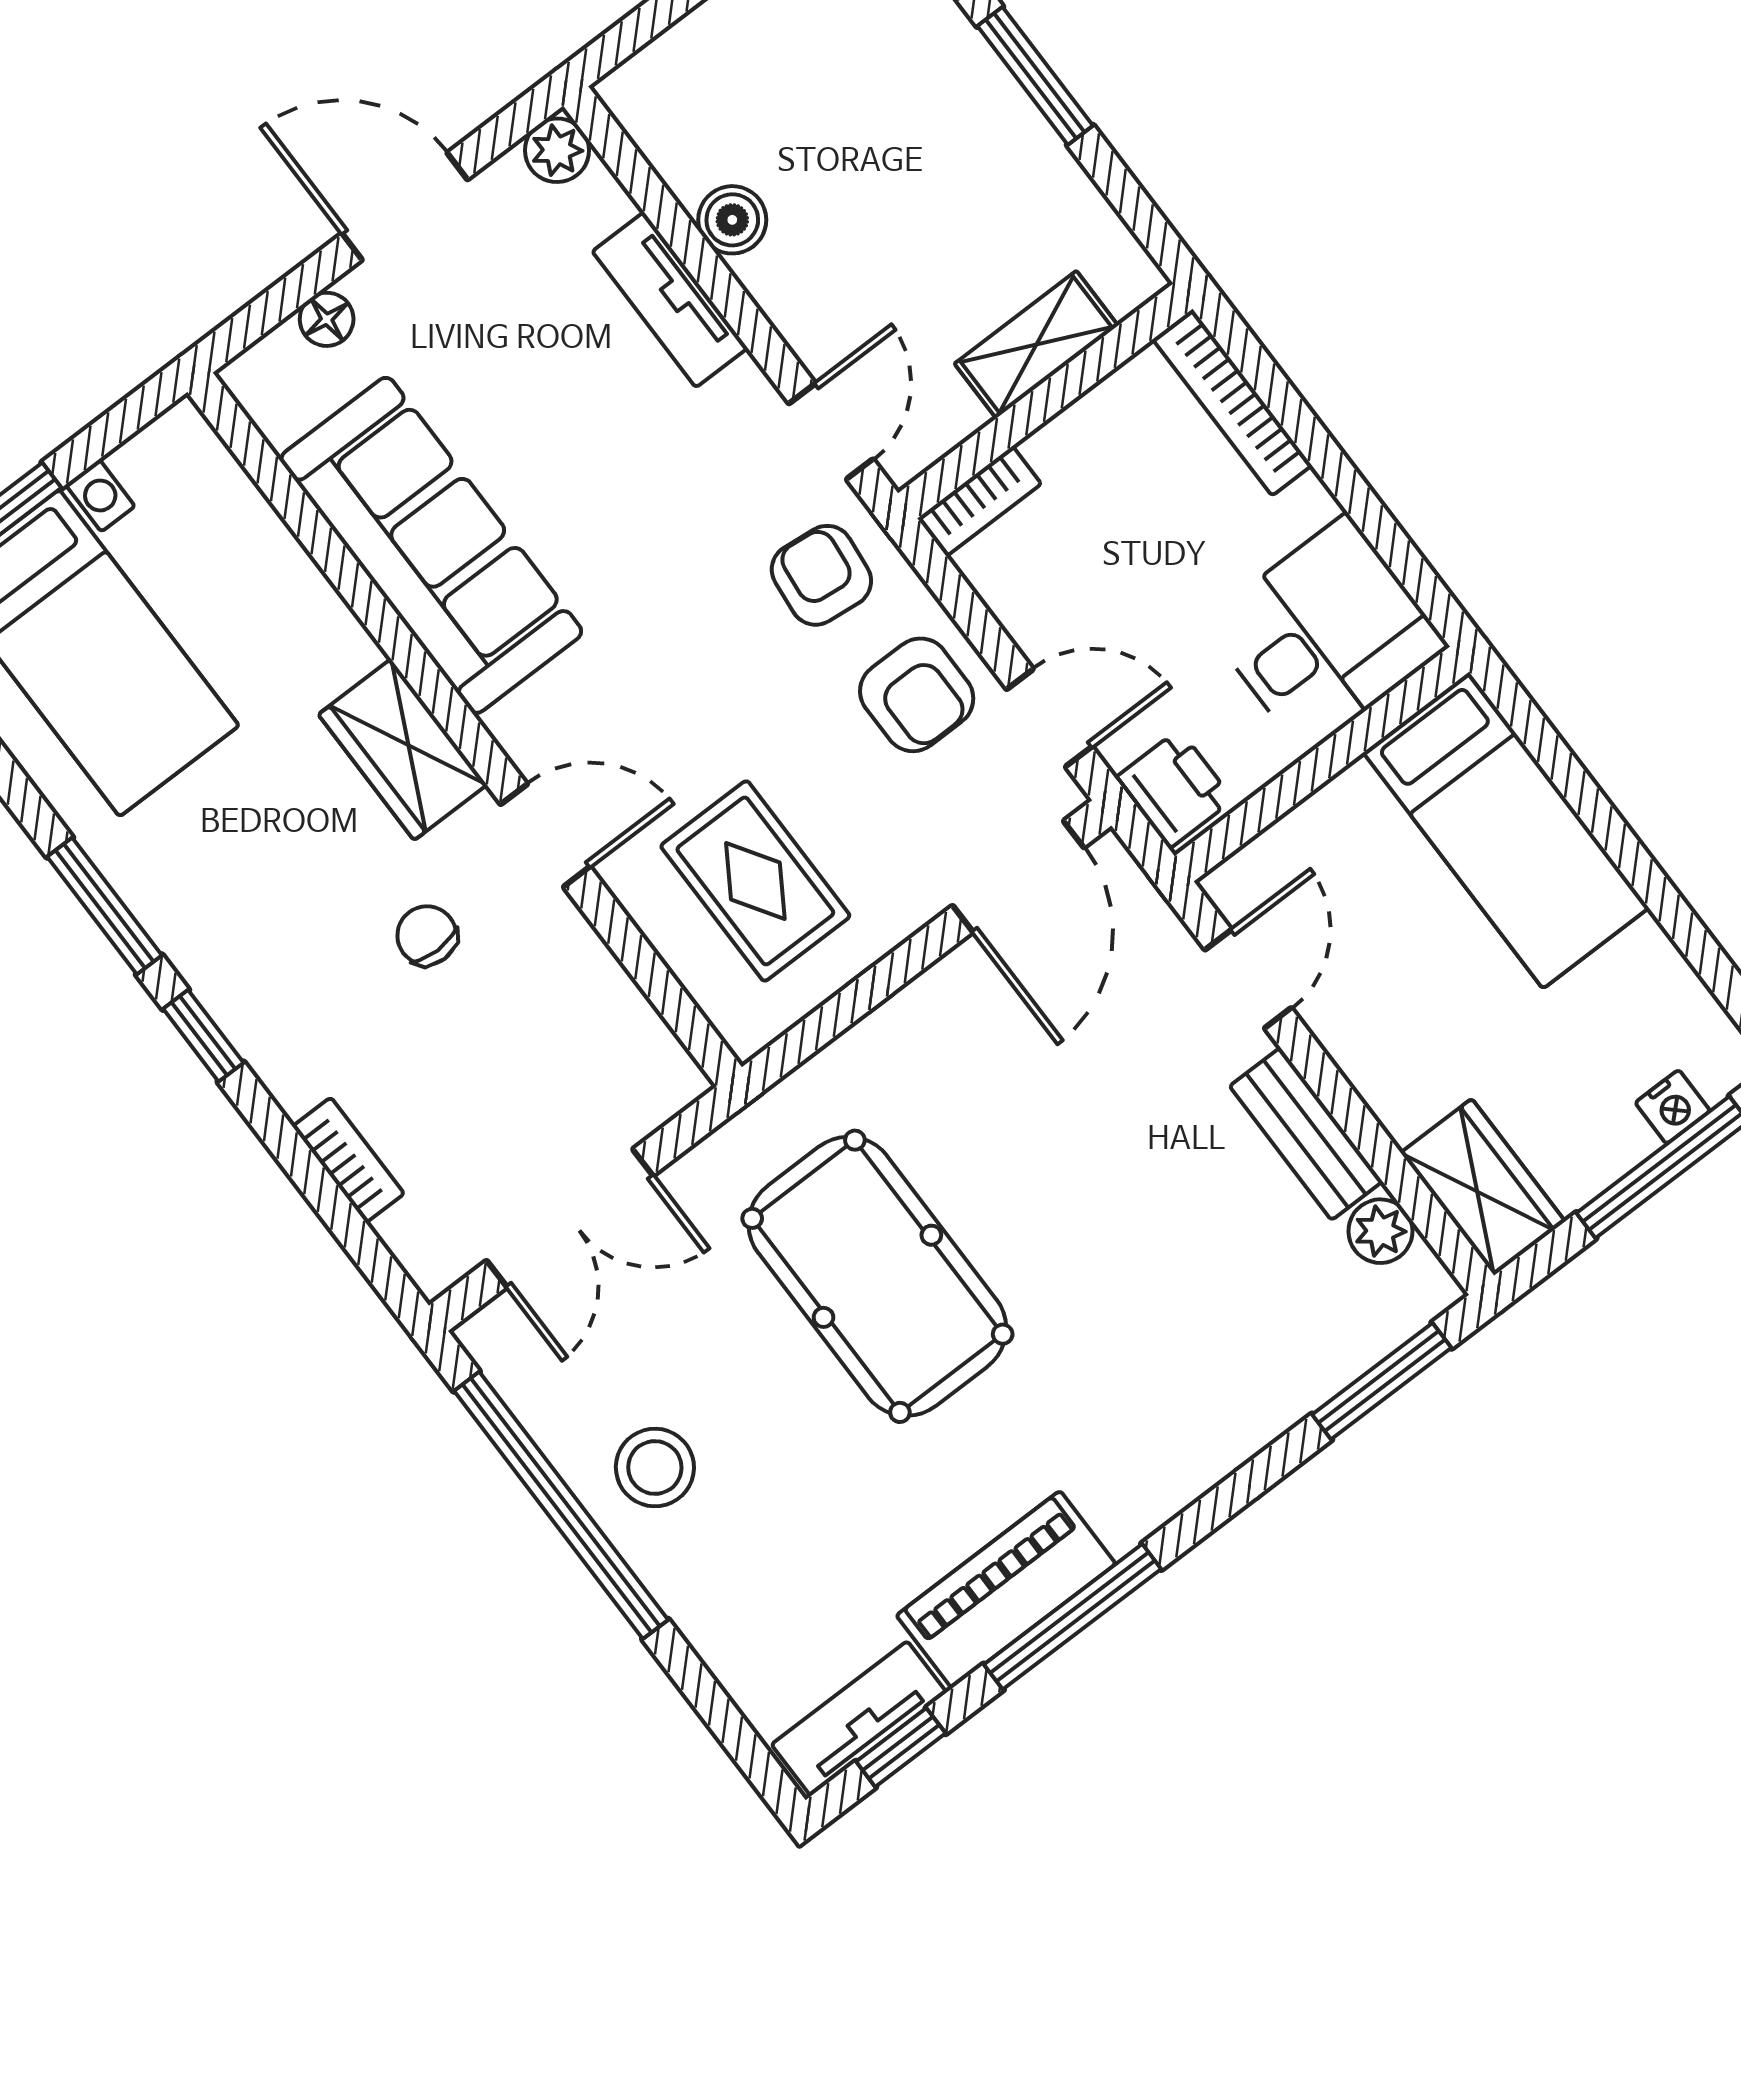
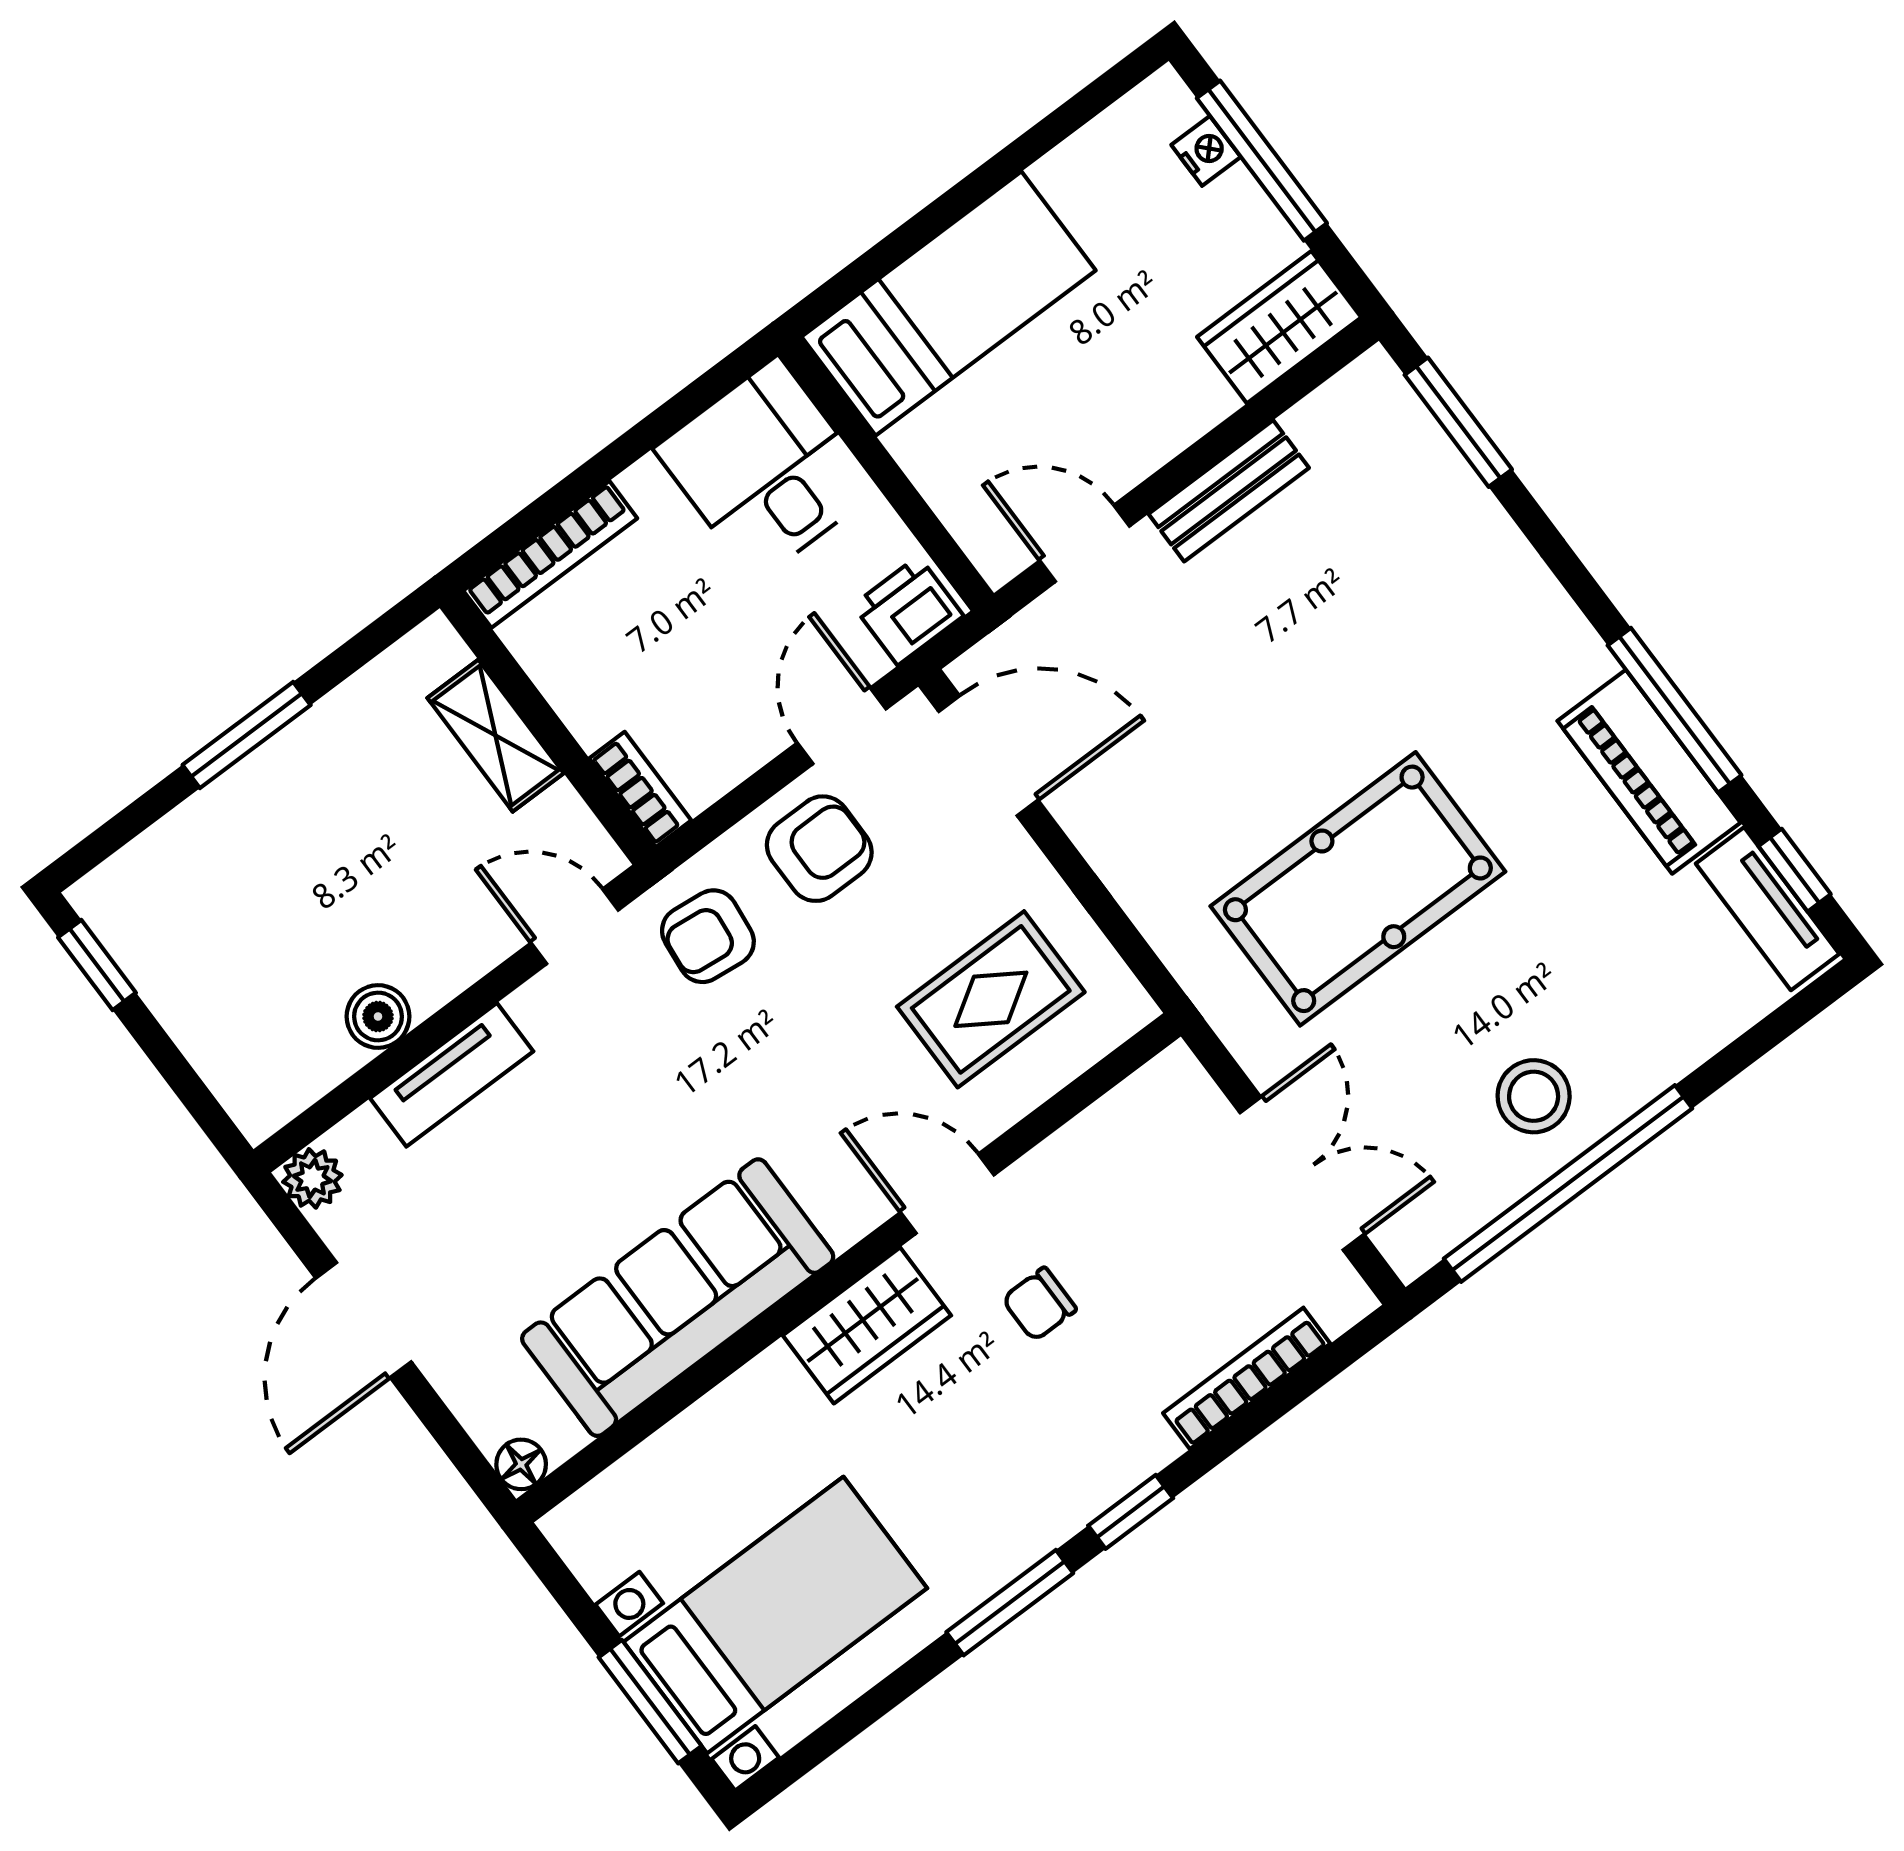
floor lamp: (327, 319) -> (521, 1464), moved
door: (545, 835) -> (947, 1194), hinge flipped
bookcase: (348, 1160) -> (1247, 1378), width x1.56
plant: (1380, 1231) -> (1319, 422), removed

